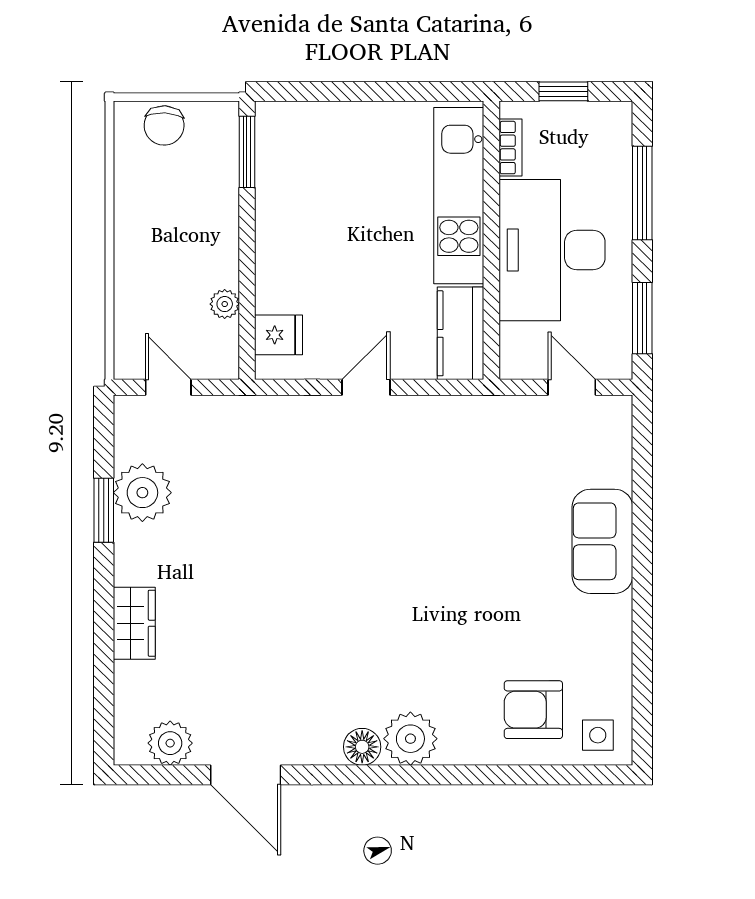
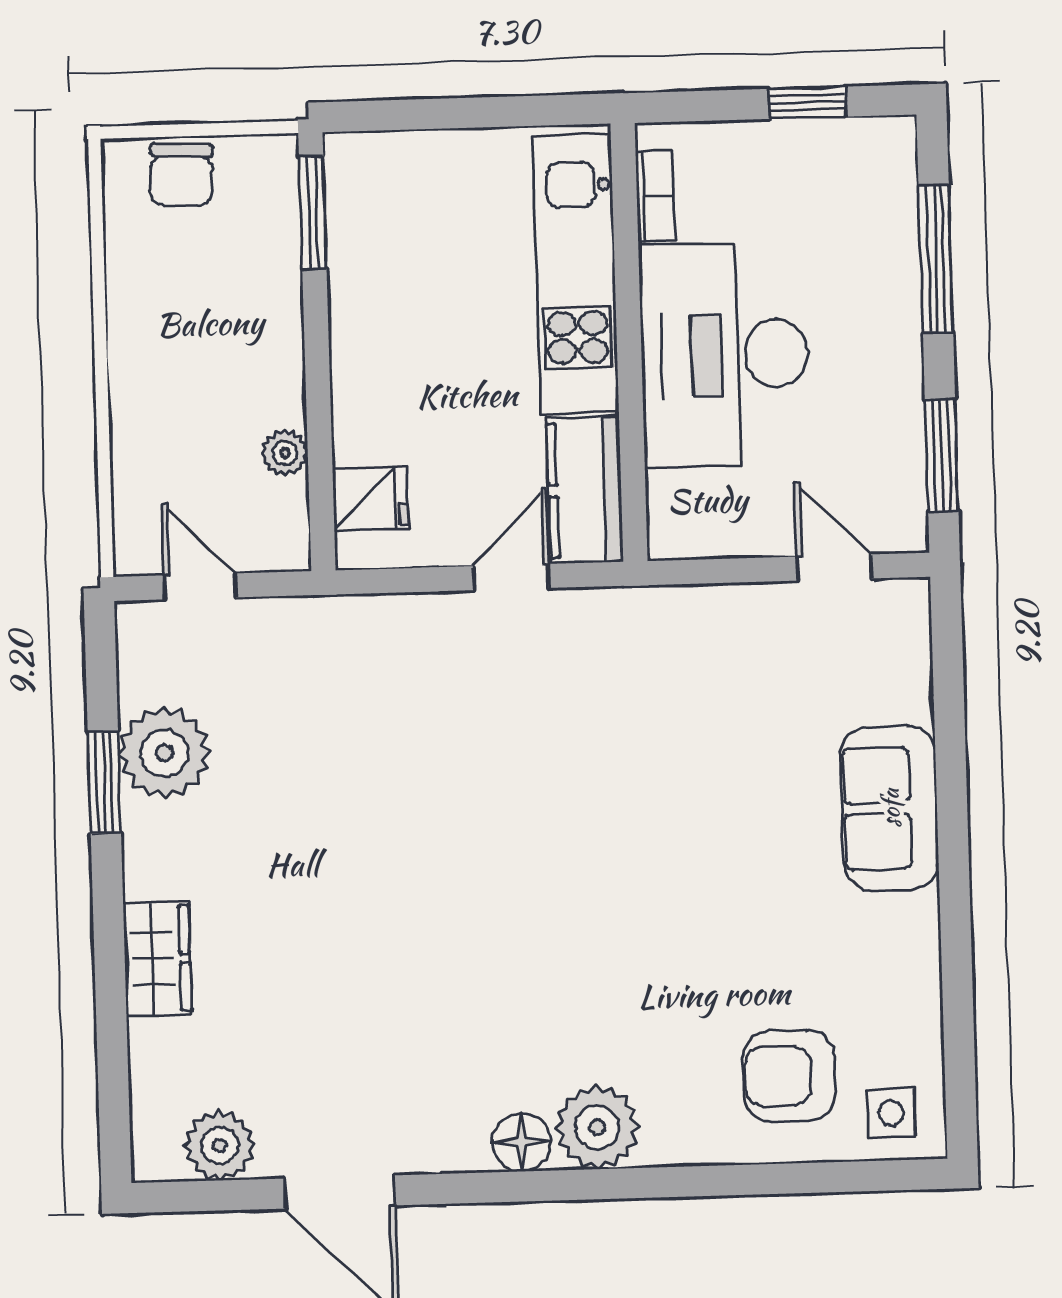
bookcase: (510, 148) -> (655, 196), moved
kitchen unit: (459, 196) -> (576, 274), moved
wall: (491, 240) -> (629, 342), moved
desk: (552, 250) -> (725, 355), moved
kitchen counter: (461, 333) -> (585, 490), moved

